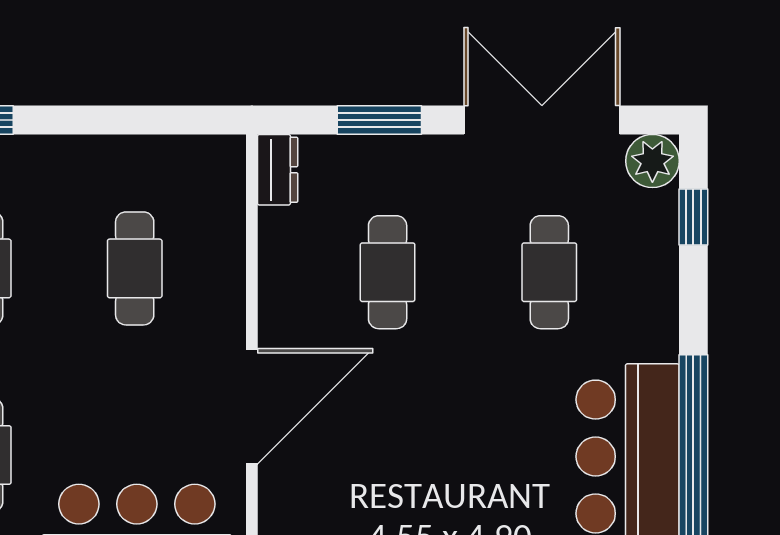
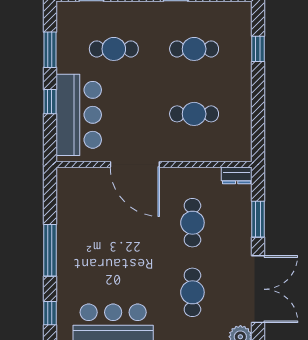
cafe table: (388, 272) -> (192, 223), turned 90
cafe table: (549, 272) -> (192, 292), turned 90

